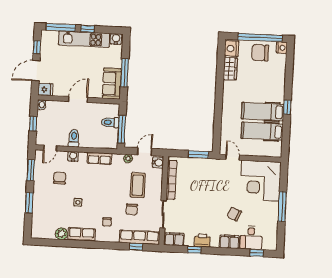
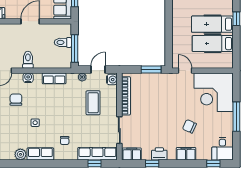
chair: (132, 209) -> (88, 127), removed
desk: (251, 238) -> (222, 149), moved

